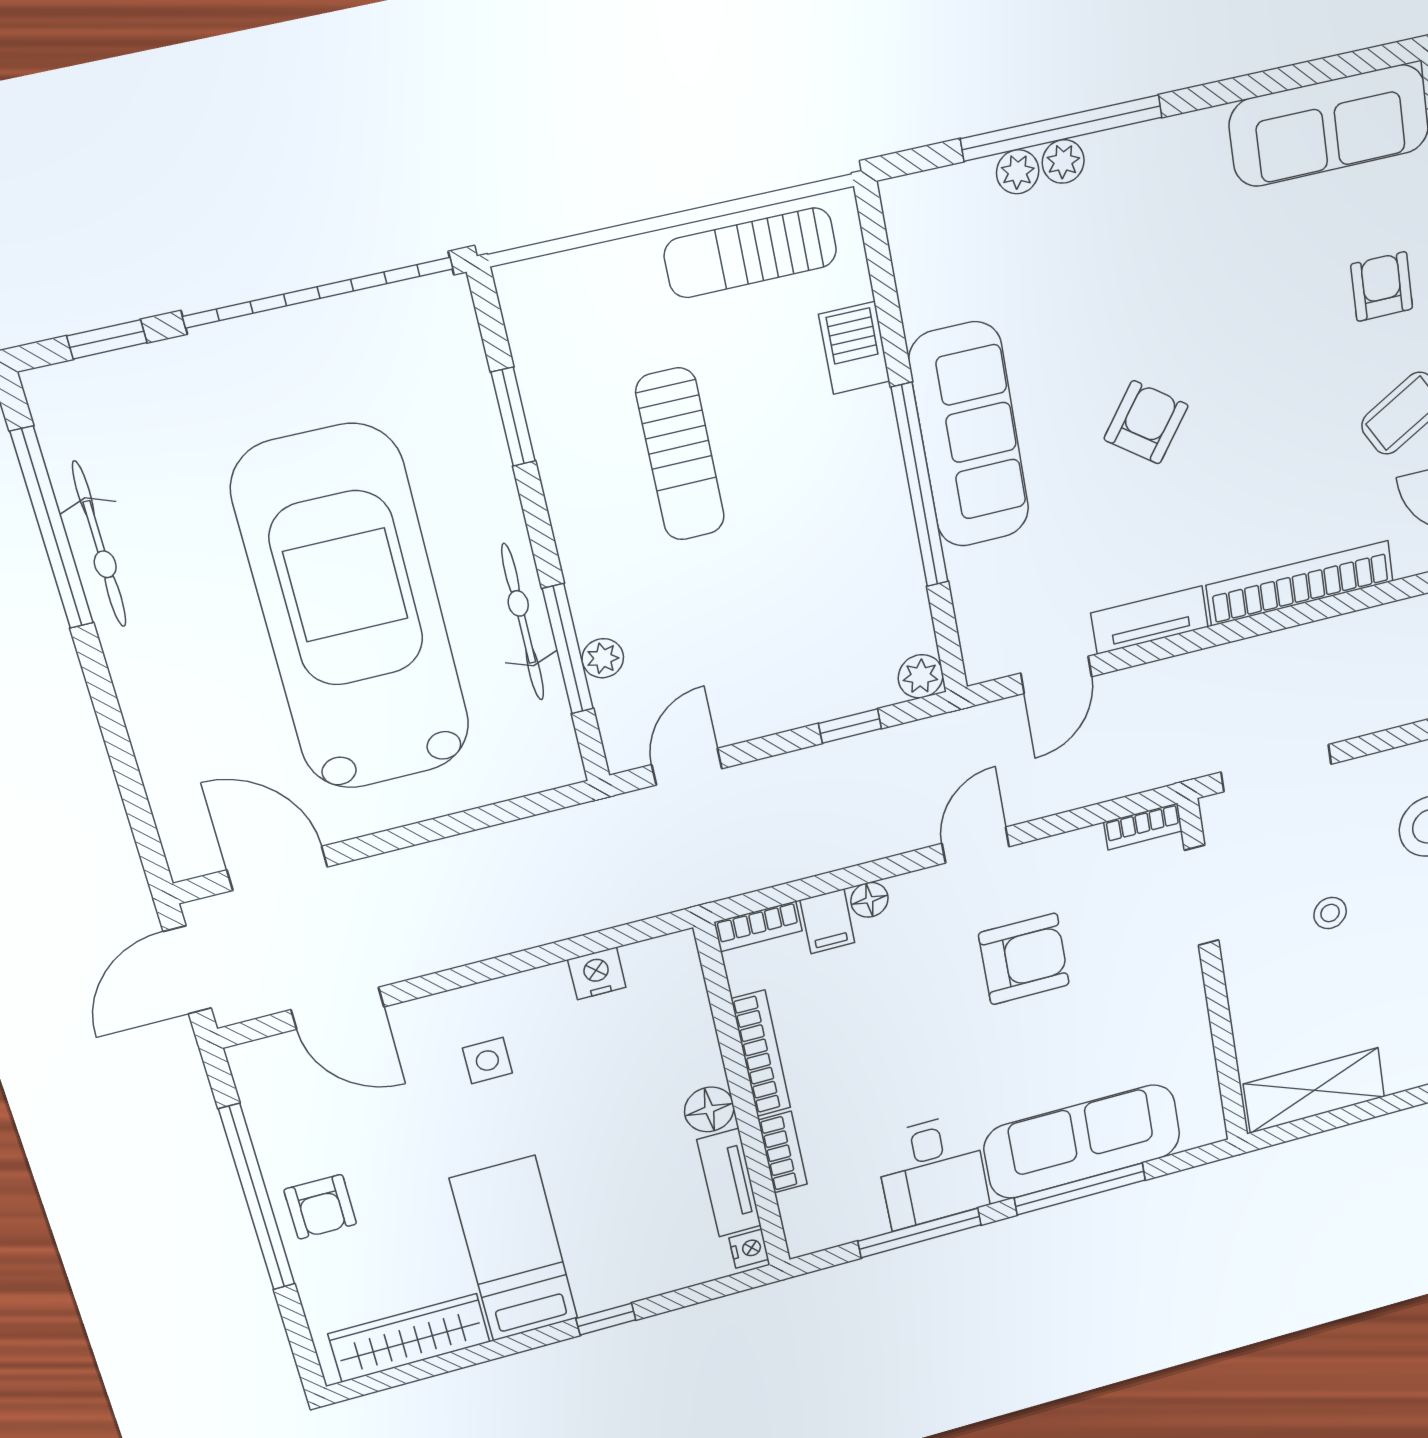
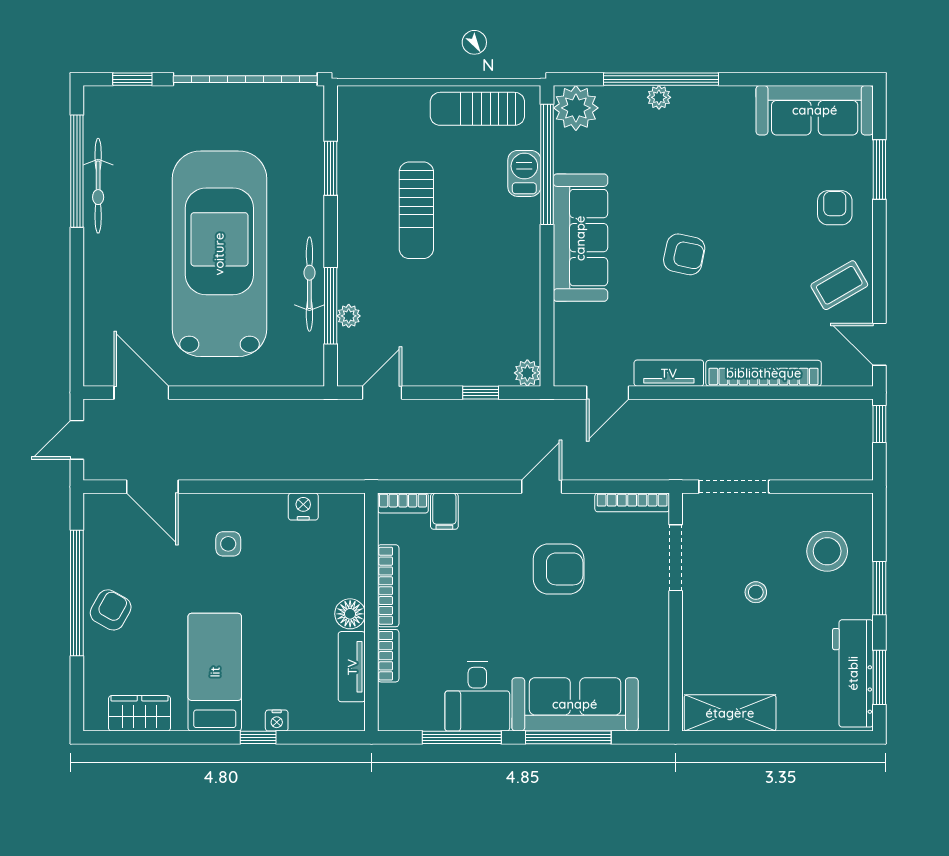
plant: (1018, 172) -> (576, 108), moved, width x1.88, depth x1.88
armchair: (1146, 422) -> (684, 254), turned 66
window: (920, 486) -> (547, 164), moved
bookcase: (1143, 827) -> (632, 502), width x1.56
floor lamp: (869, 900) -> (472, 504), removed
door: (187, 970) -> (77, 440), width x0.73
armchair: (320, 1207) -> (111, 610), turned -151
nightstand: (749, 1249) -> (277, 721), moved, turned 90
wardrobe: (409, 1338) -> (139, 713), width x0.67

